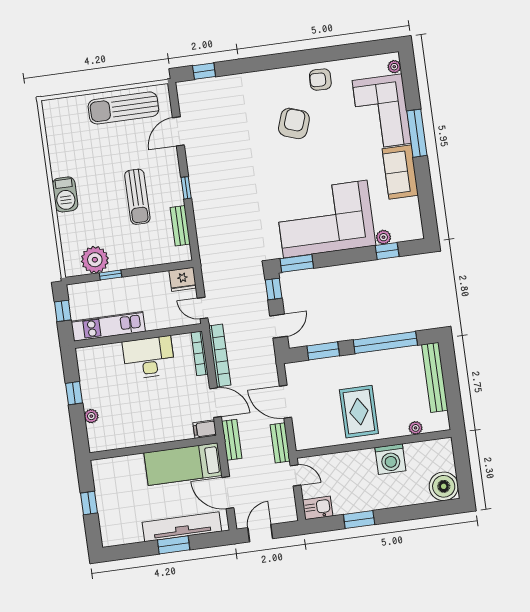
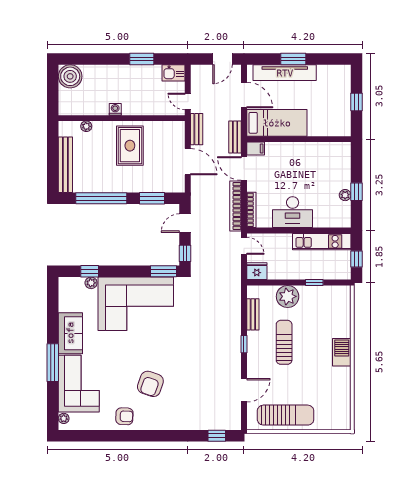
plant: (95, 260) -> (288, 296), moved
plant: (91, 416) -> (345, 195), moved
washing machine: (390, 459) -> (115, 109), width x0.53, depth x0.53

